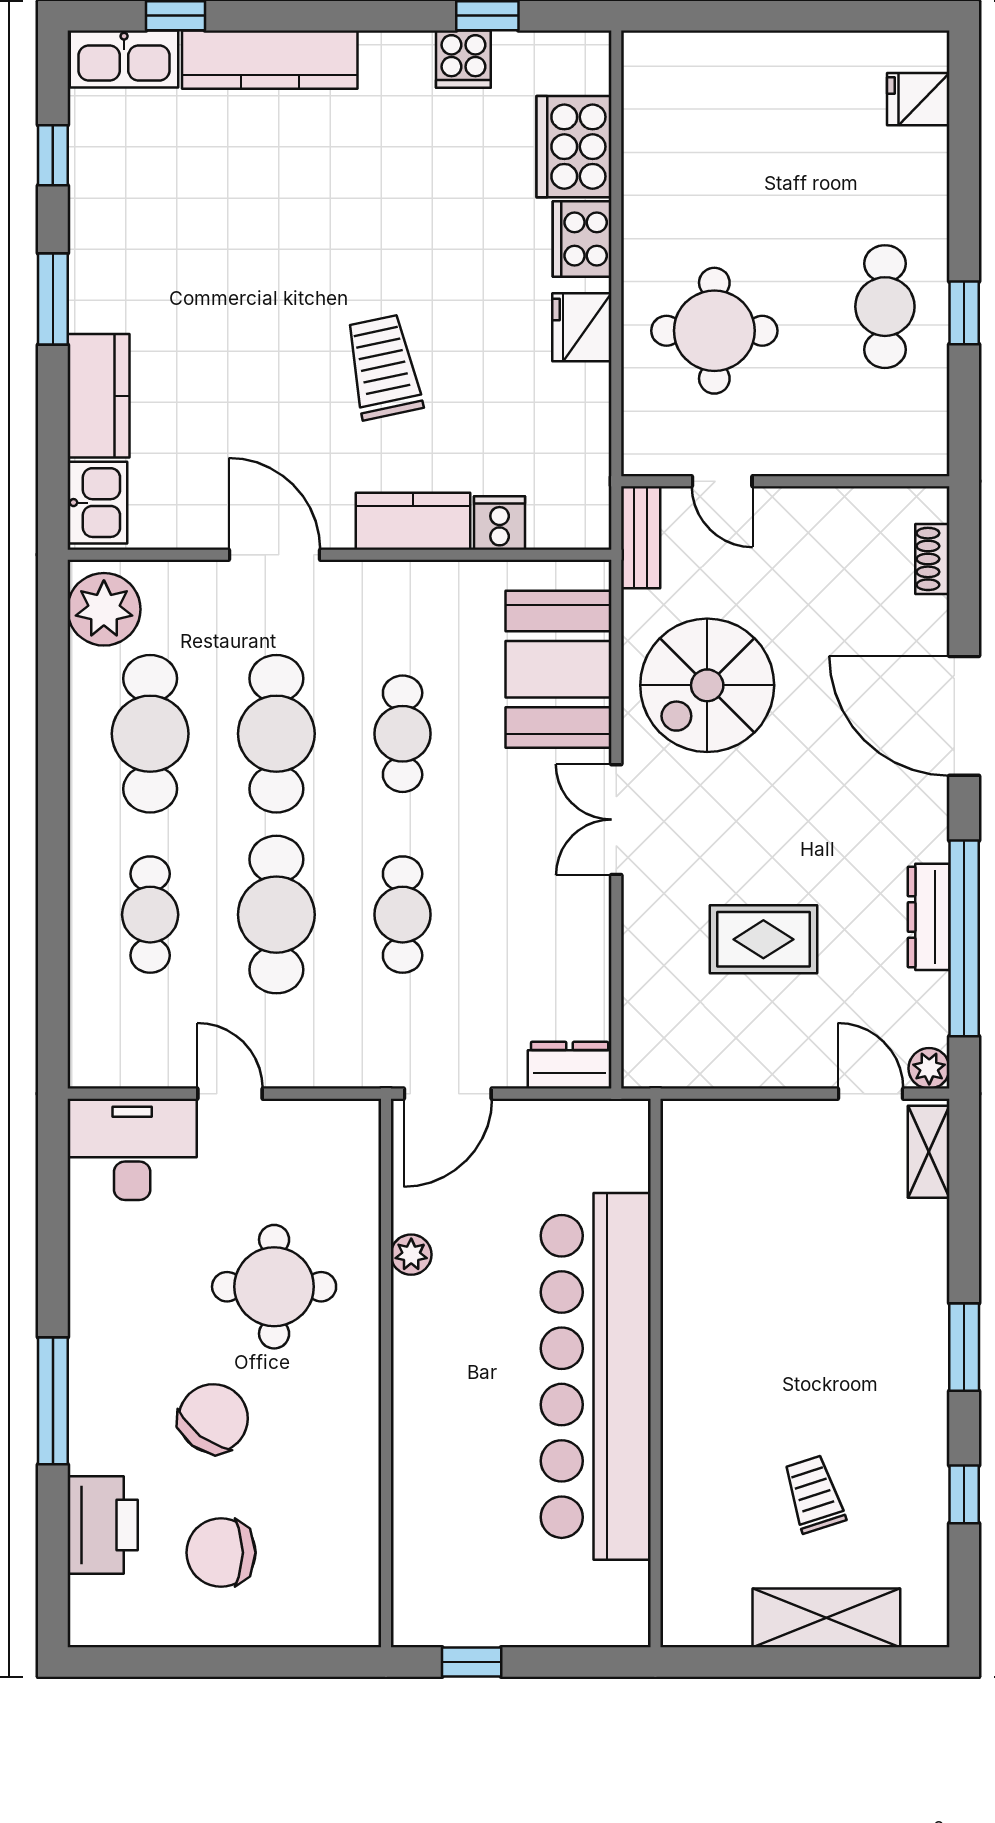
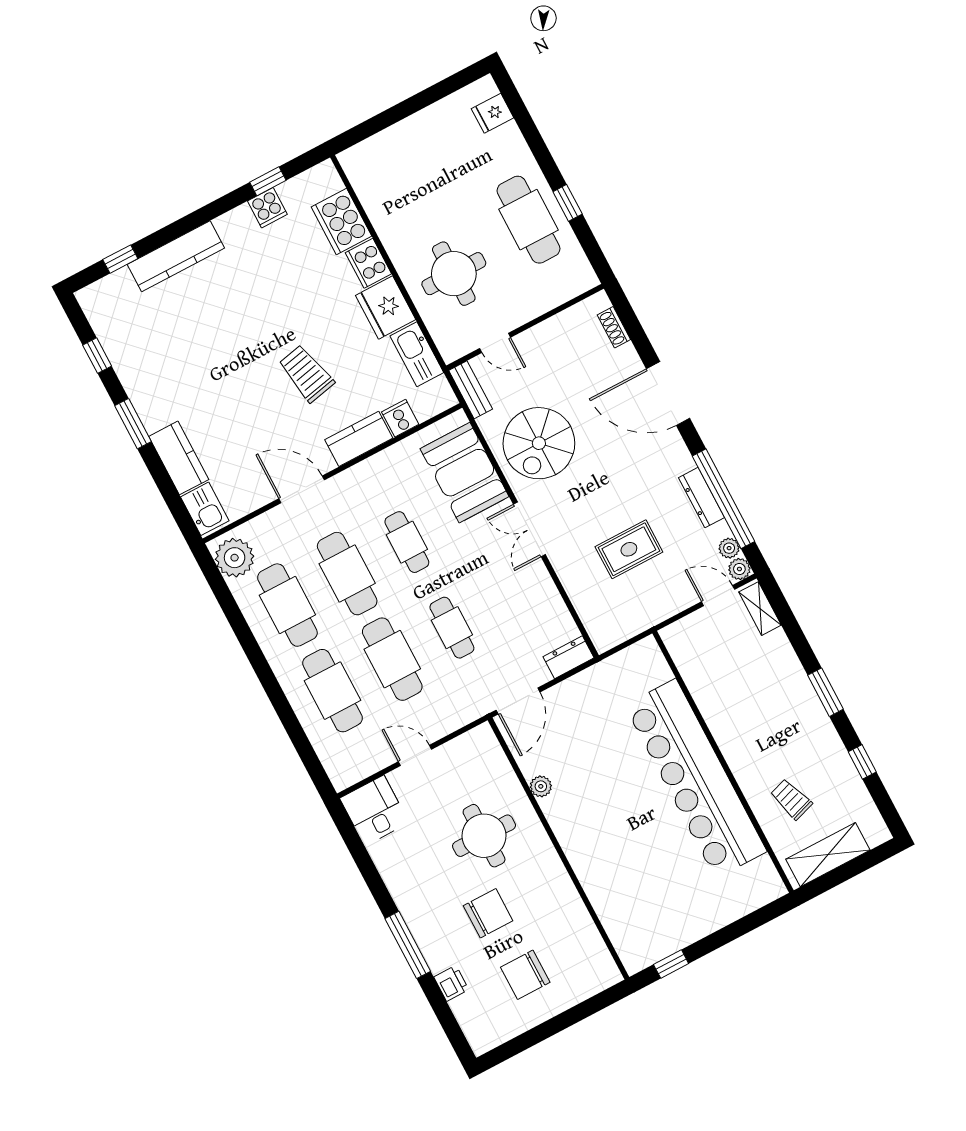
kitchen sink: (124, 59) -> (417, 354), moved, turned 90
cafe table: (885, 307) -> (529, 220), width x1.37, depth x1.35
fridge: (582, 327) -> (386, 307), width x1.36, depth x1.34
cafe table: (150, 915) -> (333, 691), width x1.37, depth x1.35
plant: (930, 1025) -> (729, 548), added
desk: (132, 1149) -> (374, 810), width x0.73
wall: (655, 1373) -> (723, 762), moved
bar counter: (596, 1376) -> (696, 778), moved
chair: (213, 1418) -> (488, 913), turned 53
printer: (103, 1525) -> (451, 983), width x0.53, depth x0.68

